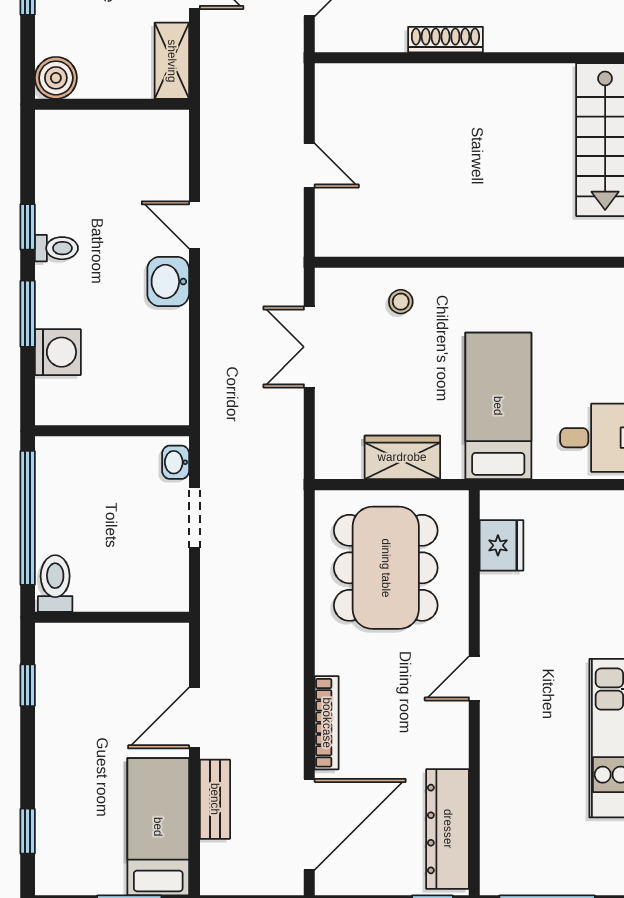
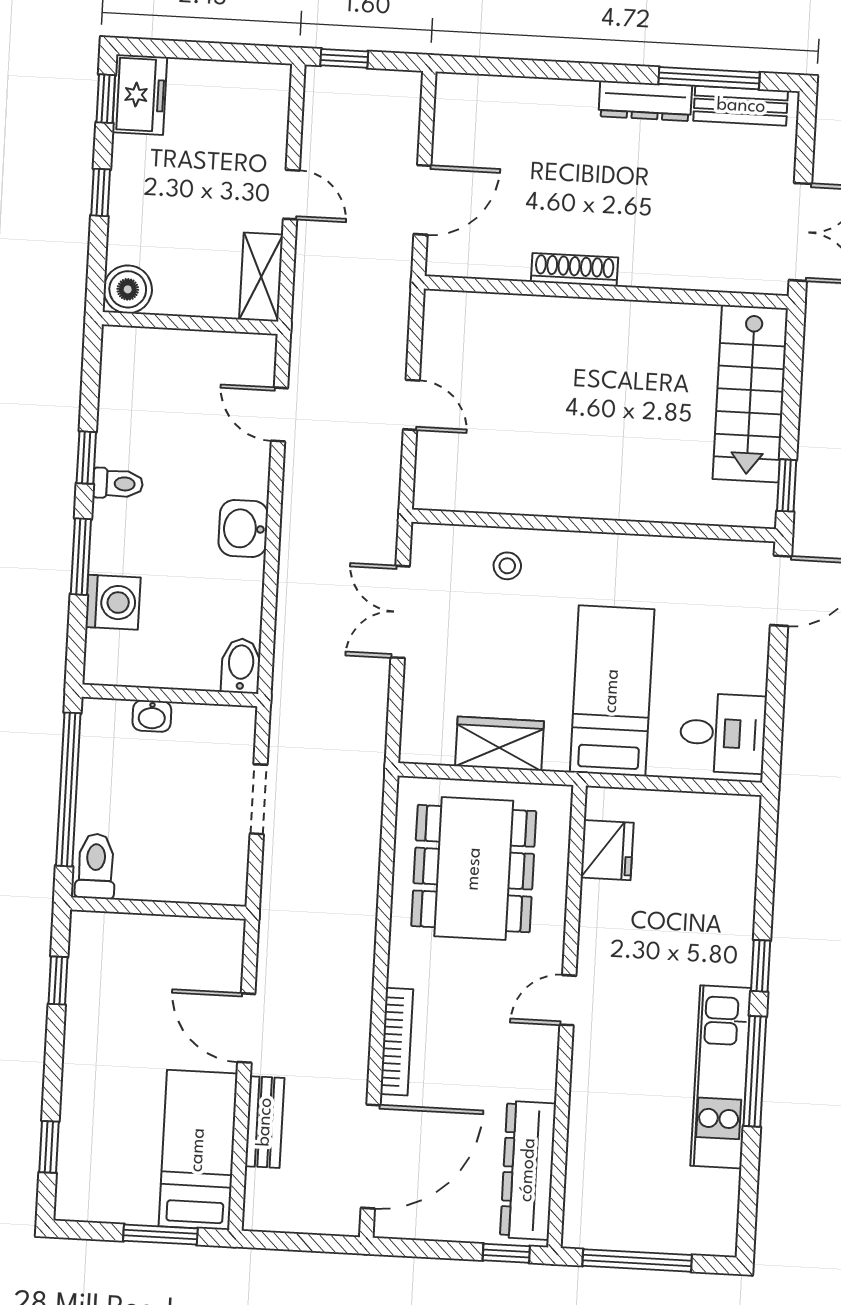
door: (194, 225) -> (279, 415), moved
bidet: (173, 402) -> (241, 666), added
washbasin: (176, 462) -> (152, 716), moved, turned -90
door: (194, 718) -> (246, 1028), hinge flipped

